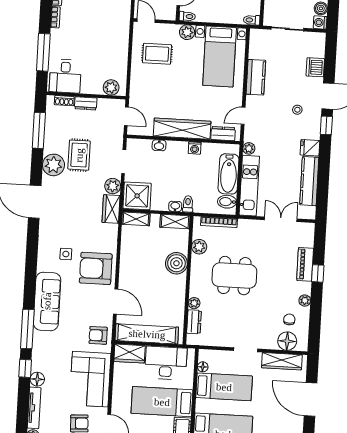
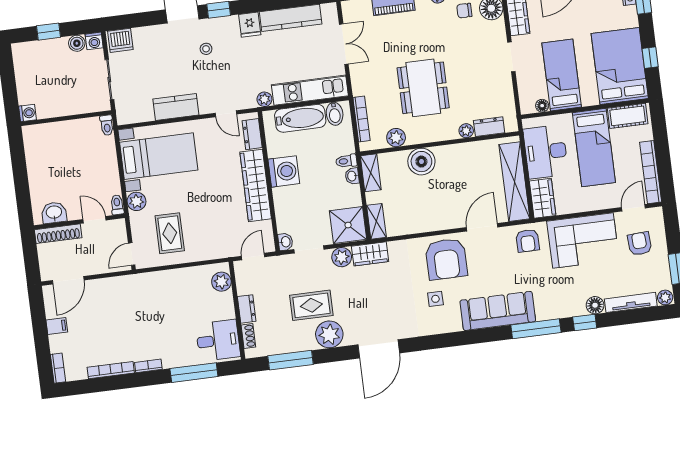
dishwasher: (315, 67) -> (120, 40), moved
washbasin: (159, 145) -> (285, 242), moved
washing machine: (195, 148) -> (284, 171), width x1.89, depth x1.89
double door: (281, 219) -> (344, 44), swing flipped

